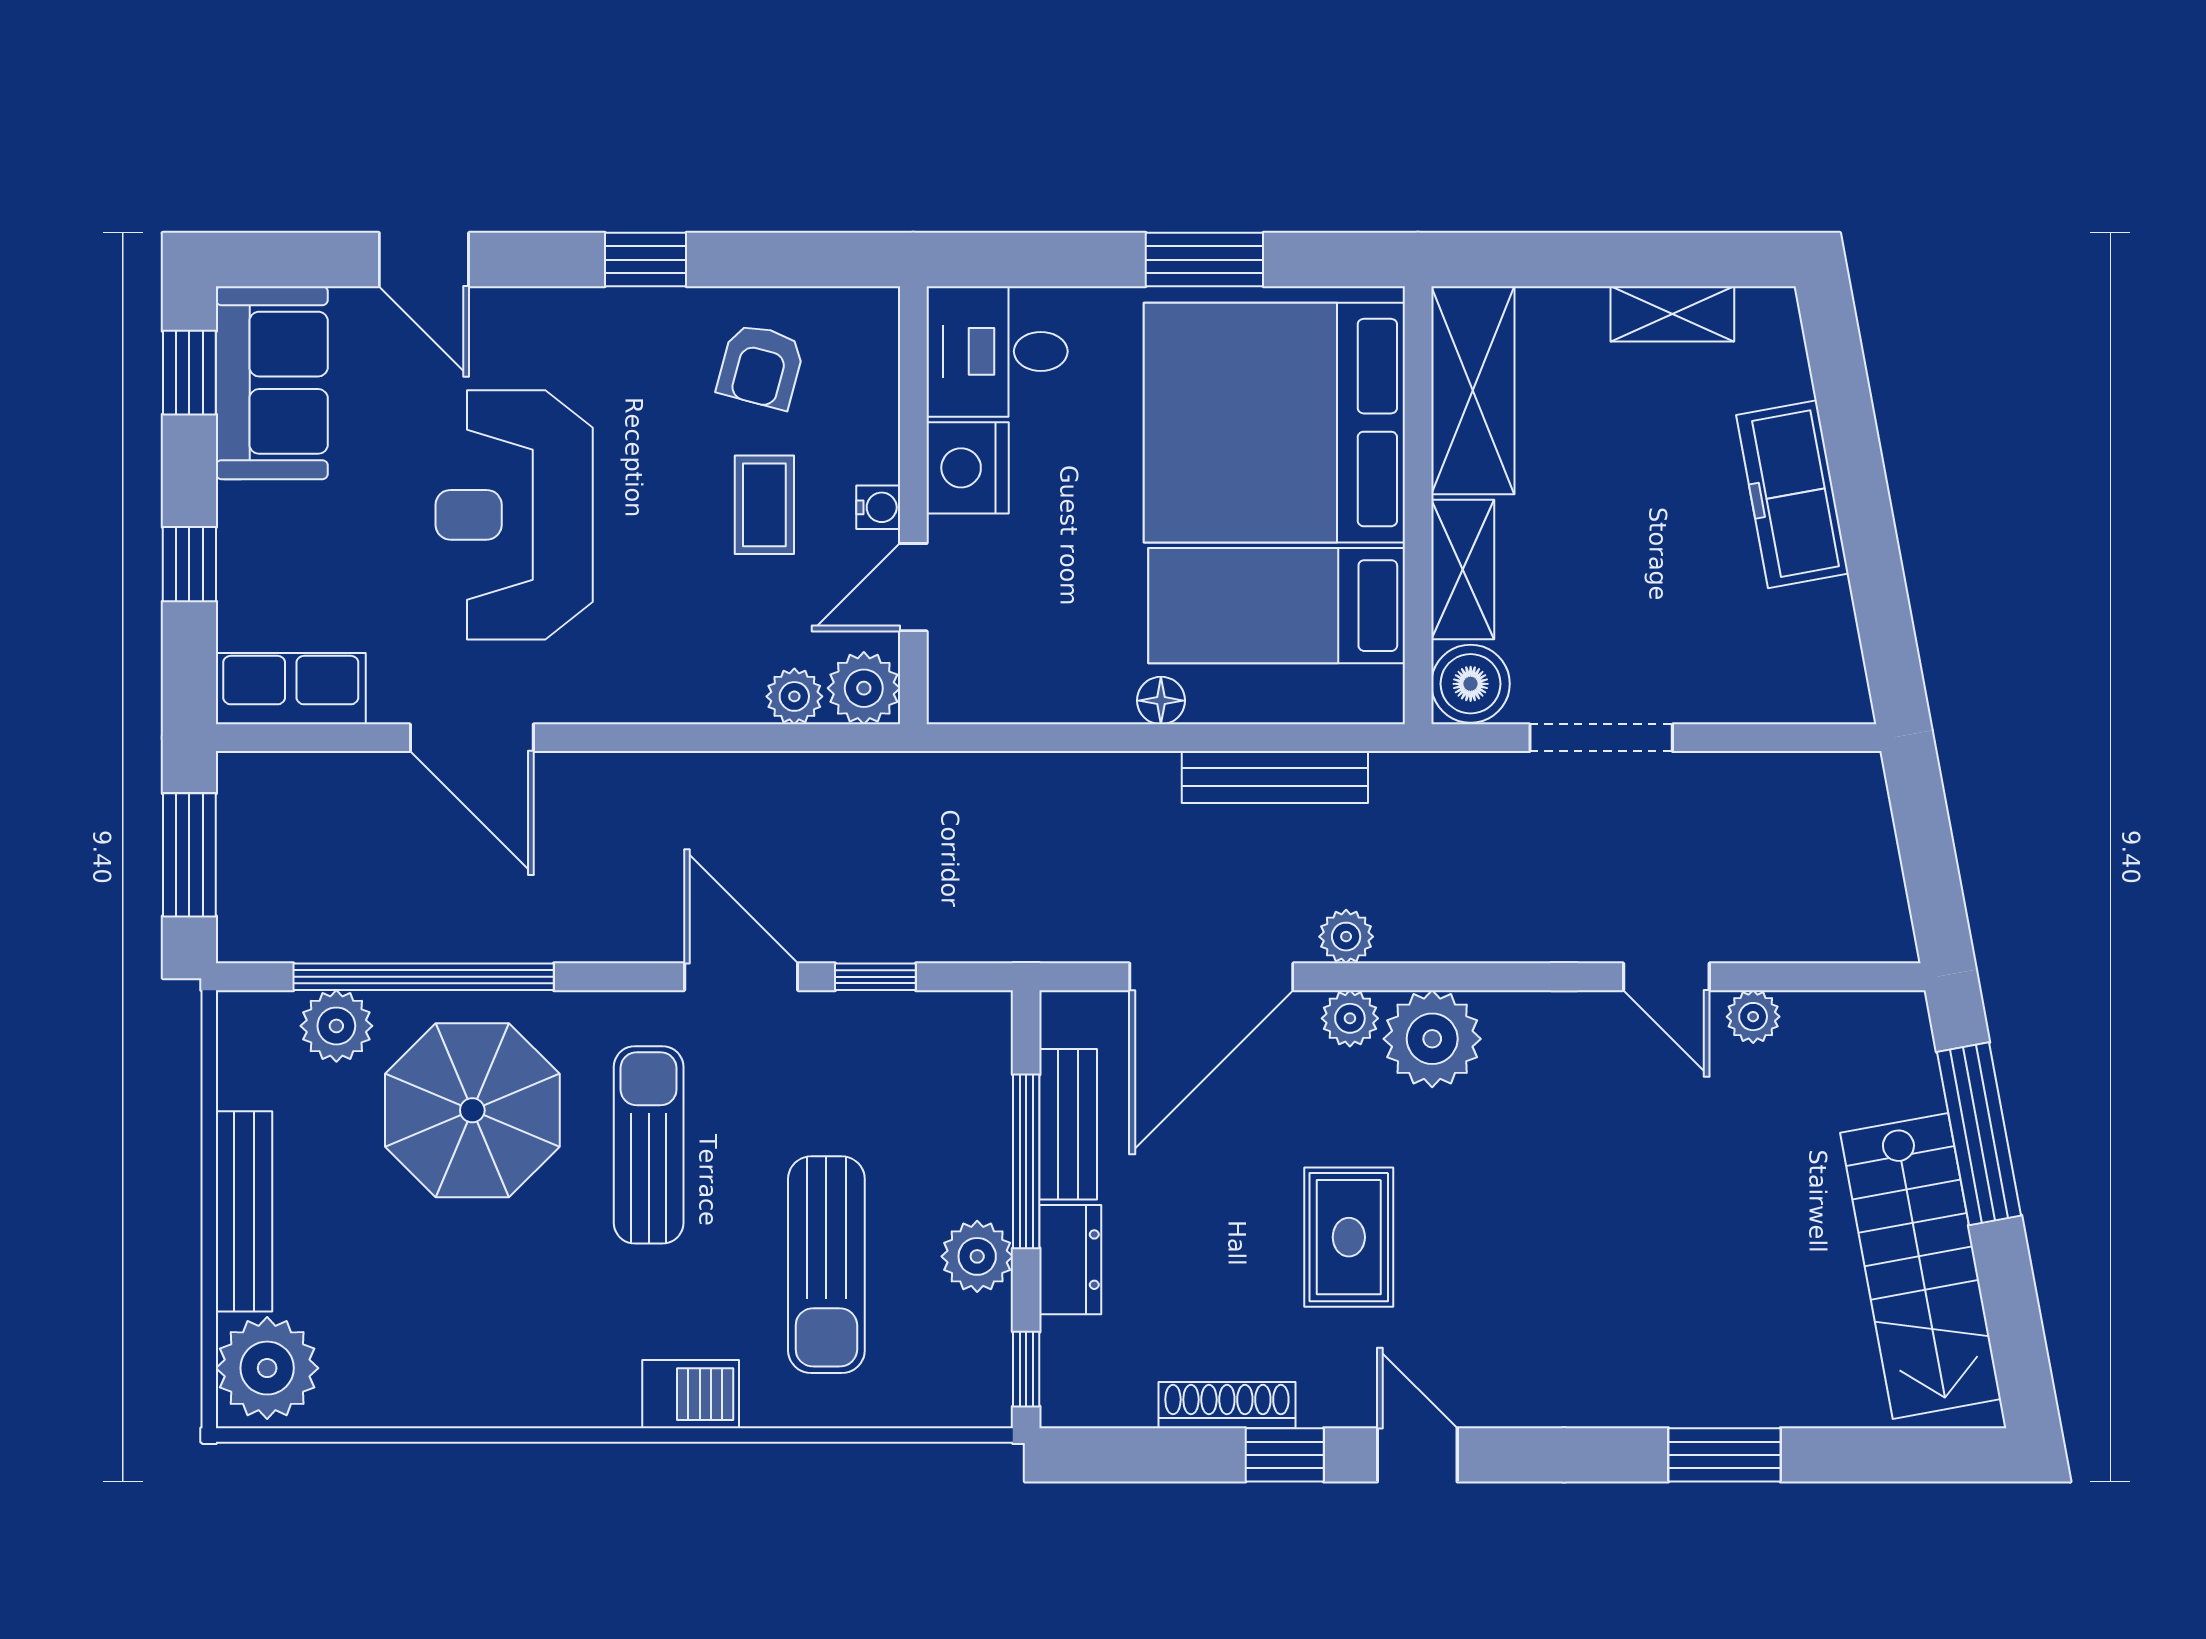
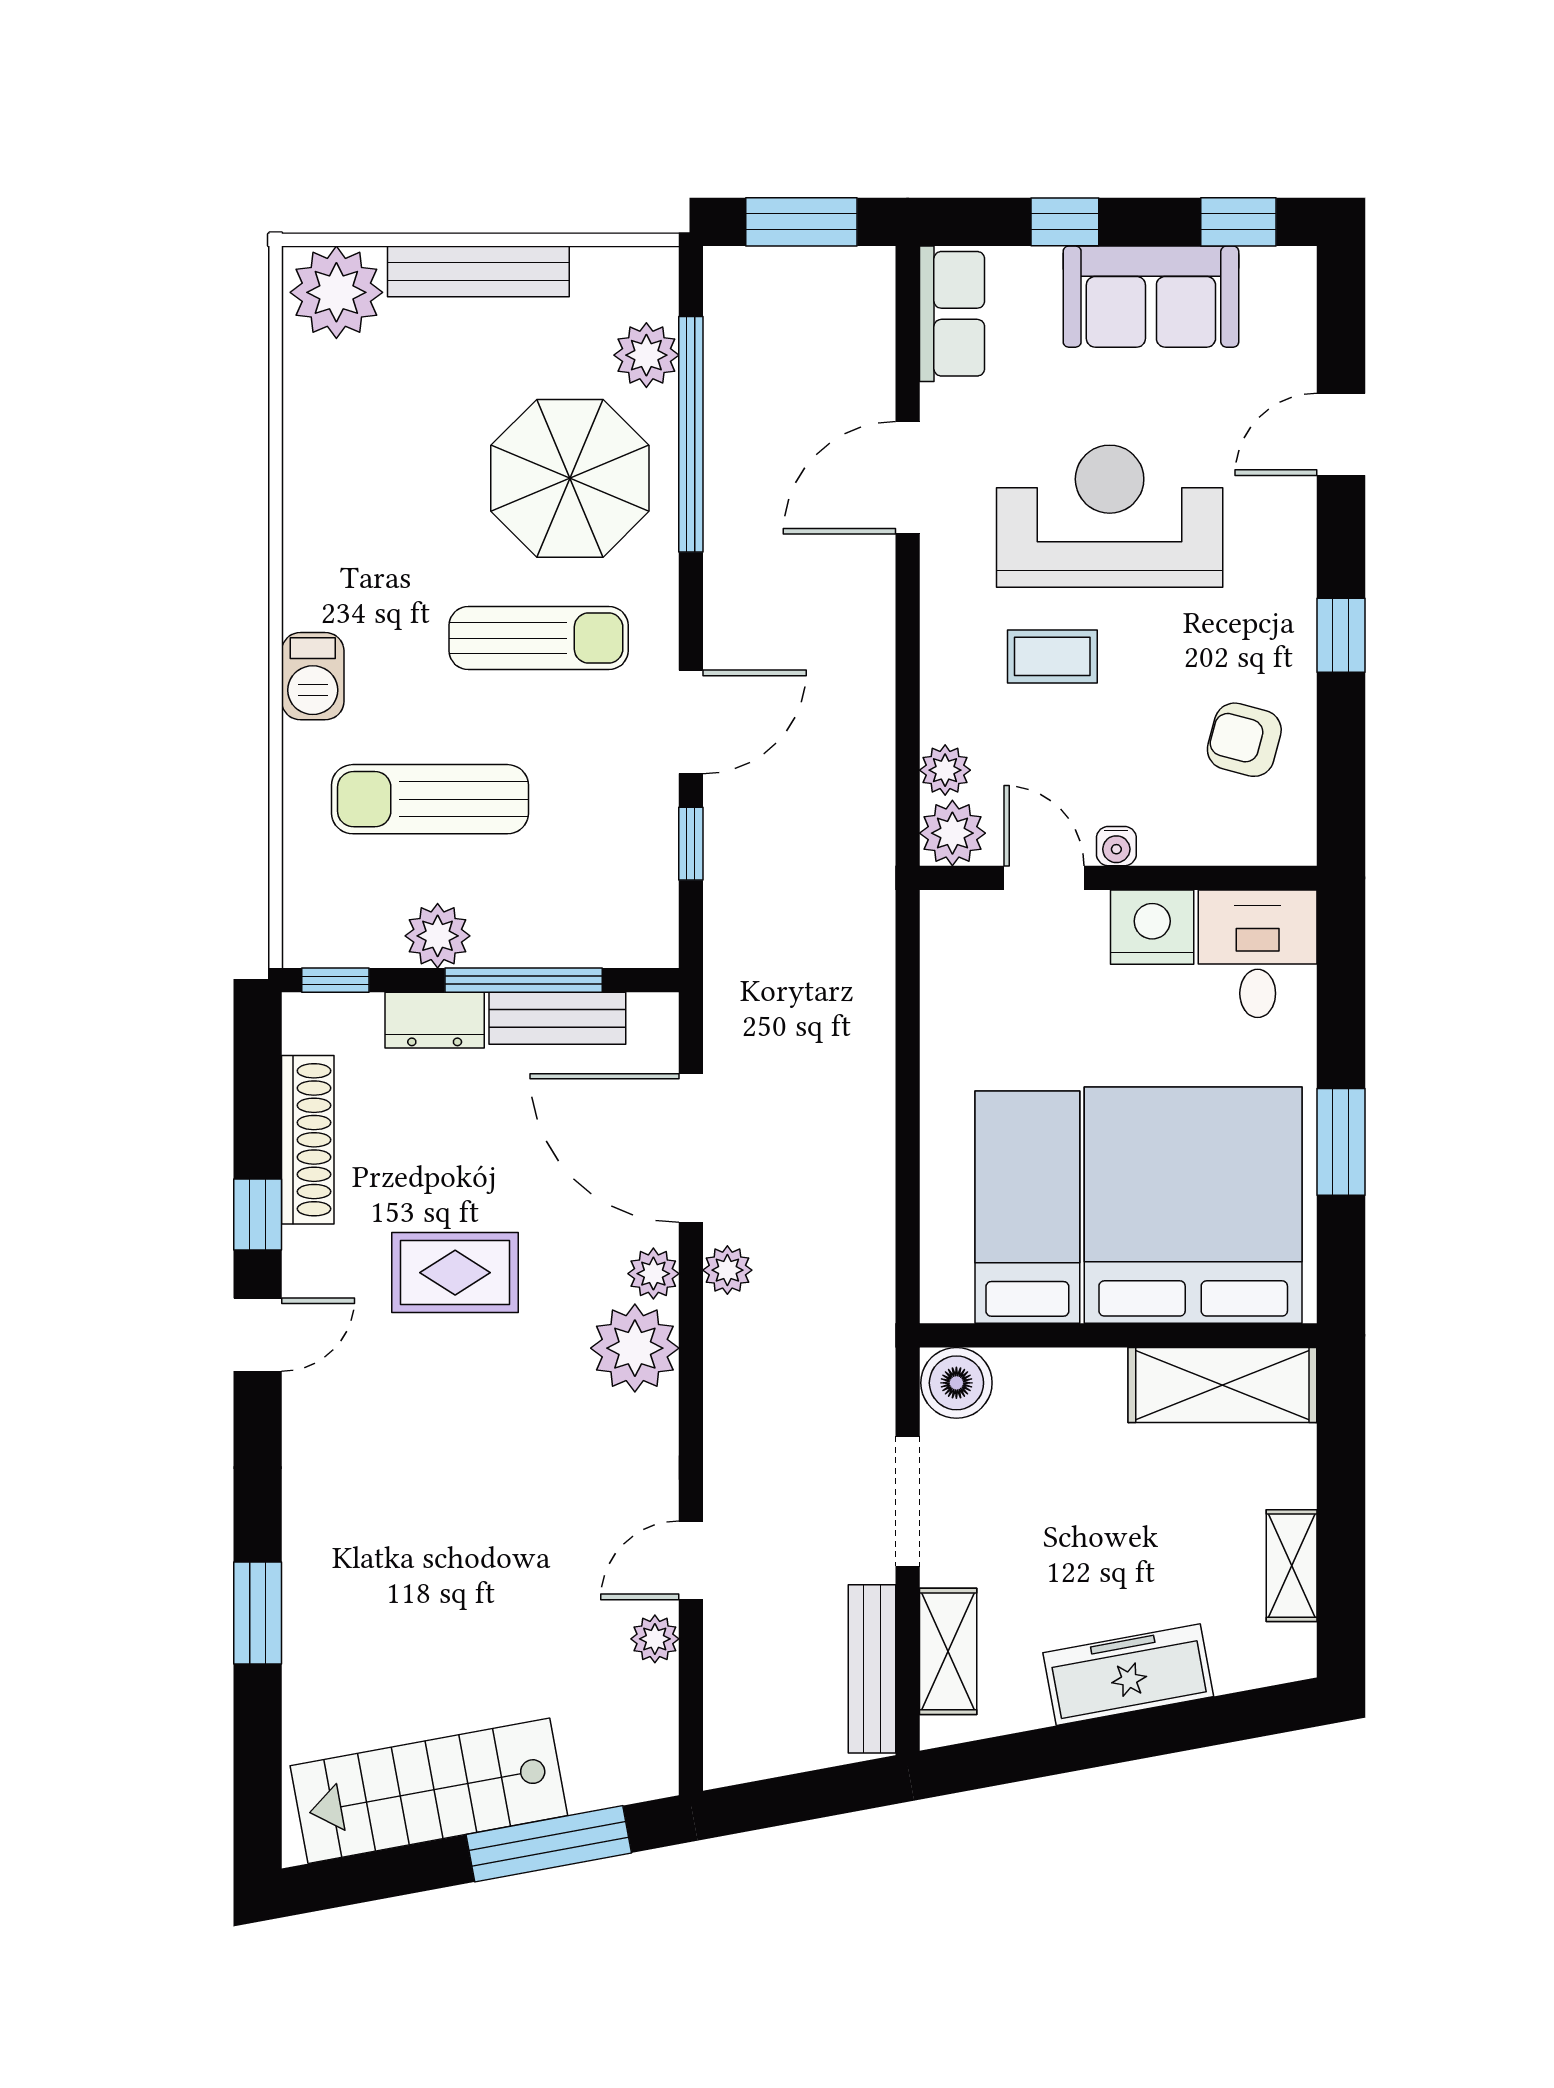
sofa: (272, 383) -> (1151, 297), moved
coffee table: (764, 505) -> (1052, 656), moved
shelving: (1463, 569) -> (948, 1651), moved, turned 90
floor lamp: (1161, 701) -> (941, 1102), removed
bench: (1275, 777) -> (872, 1669), moved
shoe rack: (1227, 1405) -> (308, 1140), width x1.36, depth x1.24

